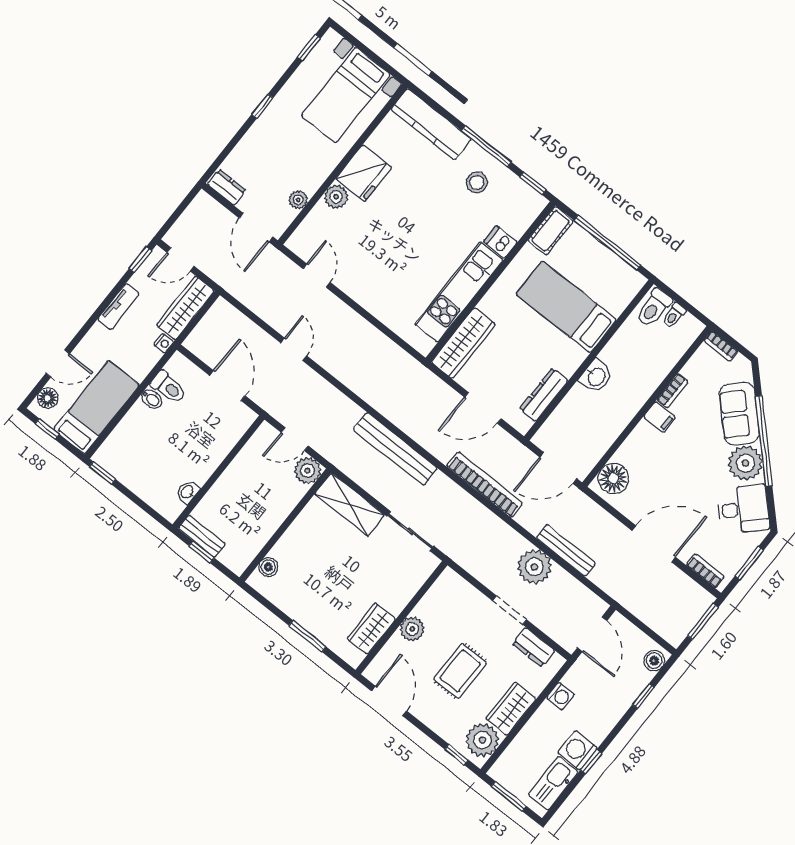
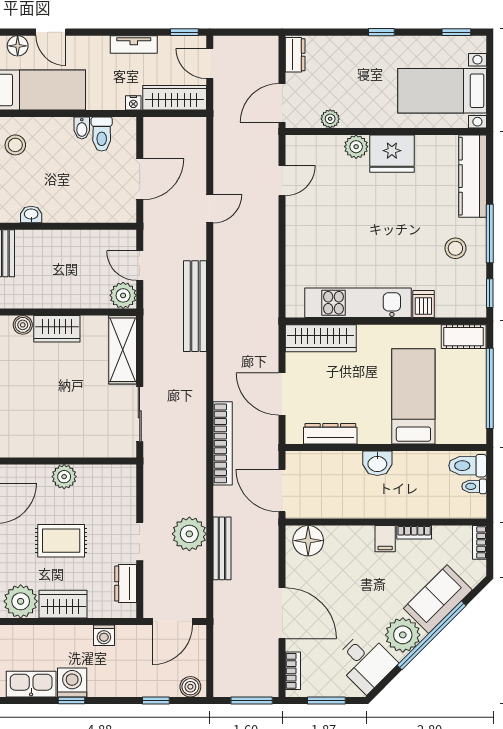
bench: (395, 449) -> (195, 306), moved
stool: (123, 461) -> (15, 145), added
wardrobe: (371, 629) -> (57, 329), moved, turned 180

